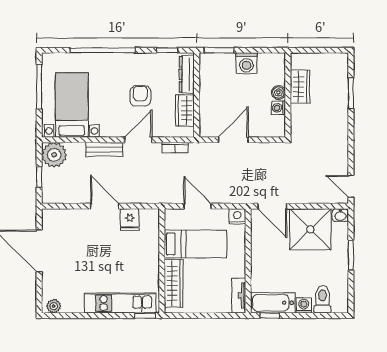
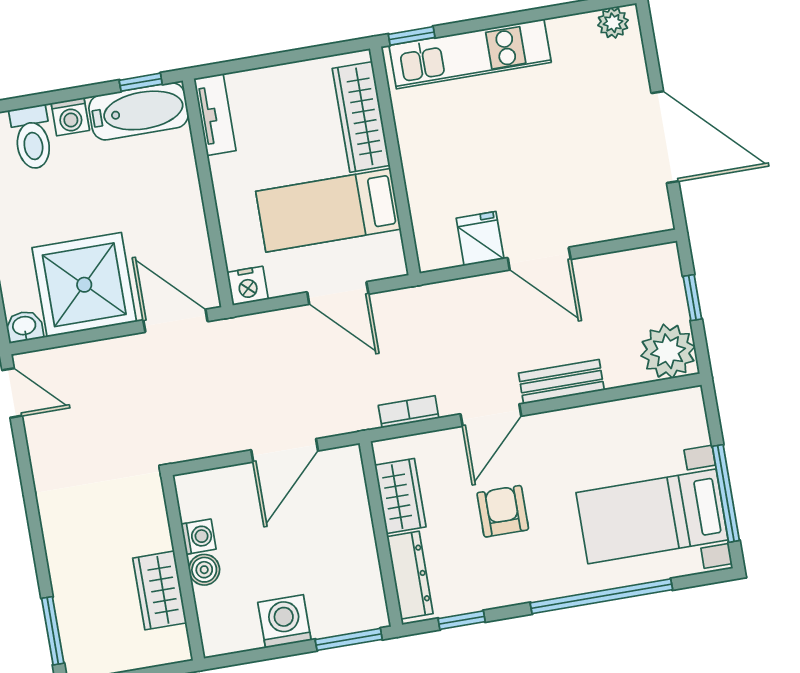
window: (351, 93) -> (53, 631), moved
armchair: (140, 96) -> (503, 511), turned 180
bed with nightstands: (72, 105) -> (652, 516), moved, turned 90

